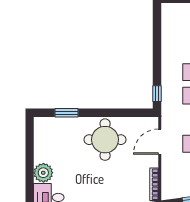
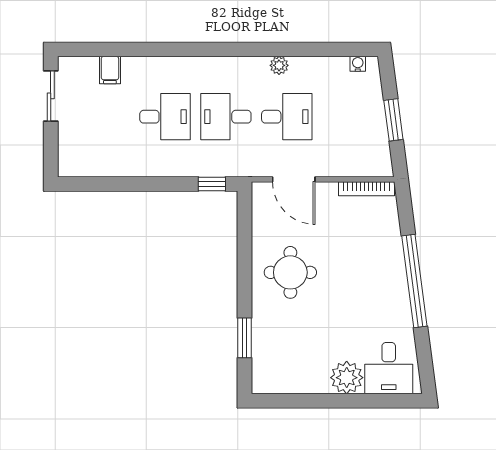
round table: (105, 140) -> (290, 272), width x0.73, depth x0.73

